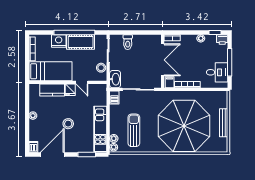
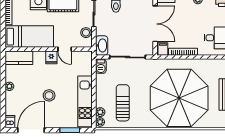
kitchen counter: (52, 90) -> (19, 58), moved

